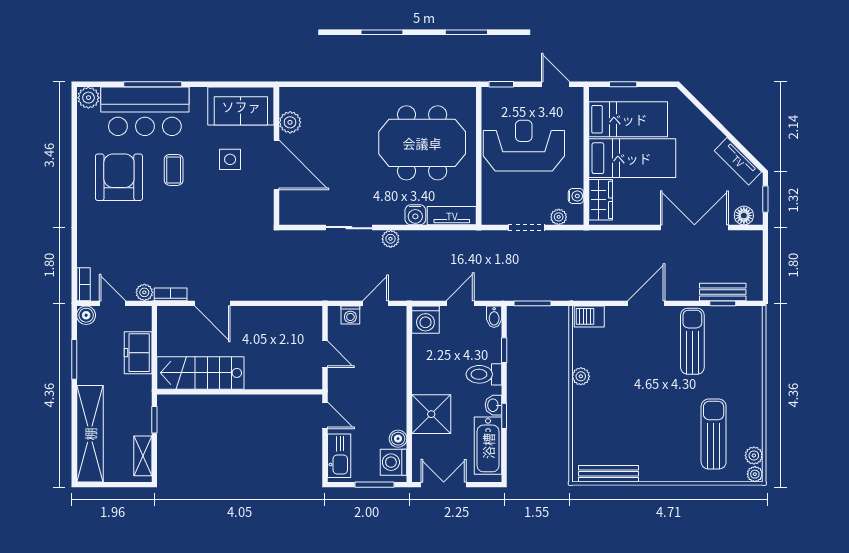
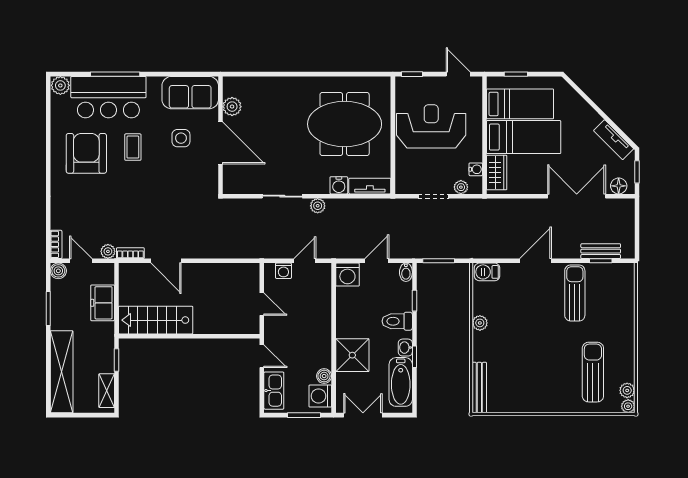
bench: (609, 474) -> (479, 388), moved, turned 90

